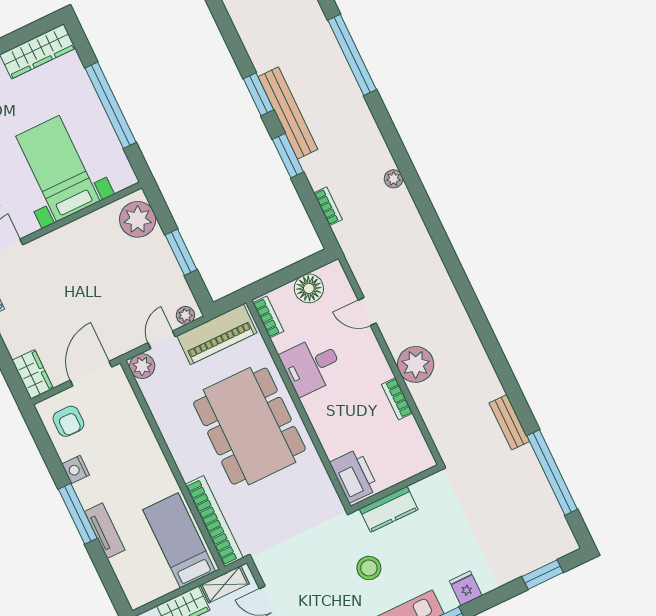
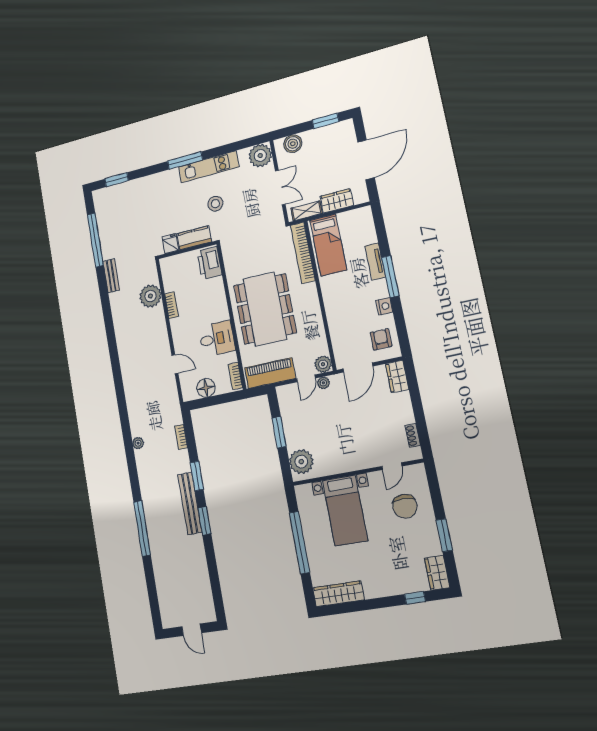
plant: (185, 315) -> (323, 383), moved
plant: (416, 364) -> (150, 296), moved
fridge: (466, 588) -> (170, 244), moved, turned 180

